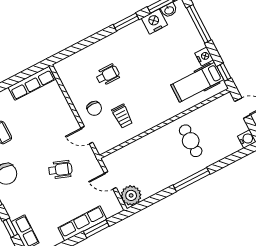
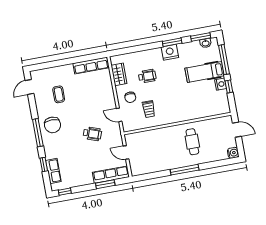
nightstand: (154, 22) -> (170, 52), moved
window: (224, 72) -> (229, 86), moved
hospital bed: (197, 82) -> (205, 72), moved
wardrobe: (71, 84) -> (119, 74), added
plant: (131, 195) -> (138, 168), removed
row of seats: (82, 223) -> (111, 175), moved

